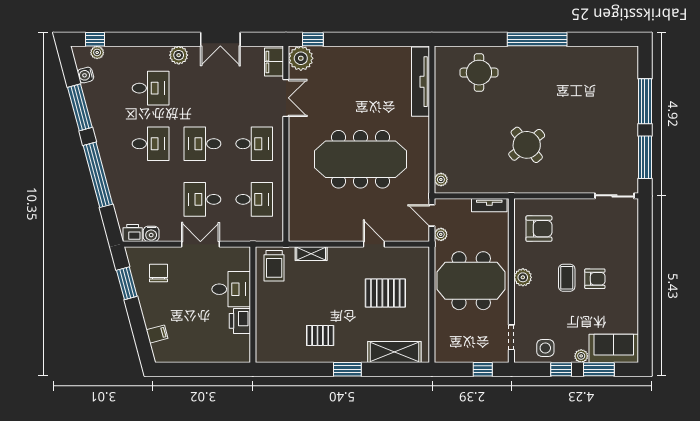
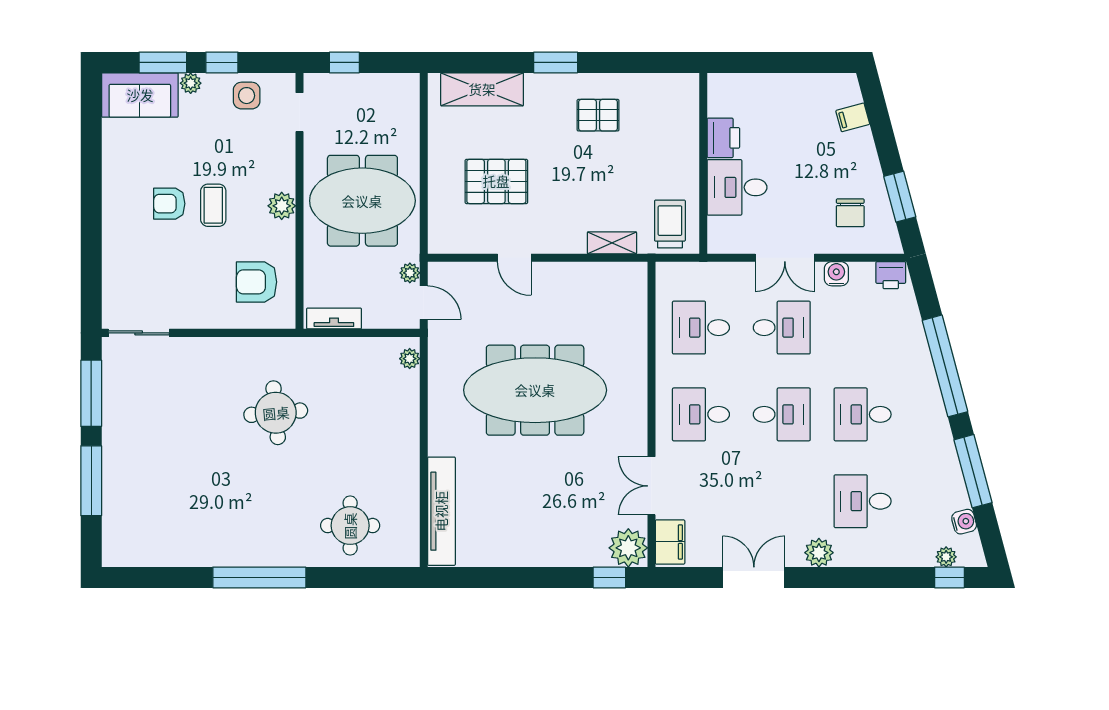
round table: (527, 145) -> (276, 413), turned 34
water cooler: (151, 234) -> (836, 274), moved

